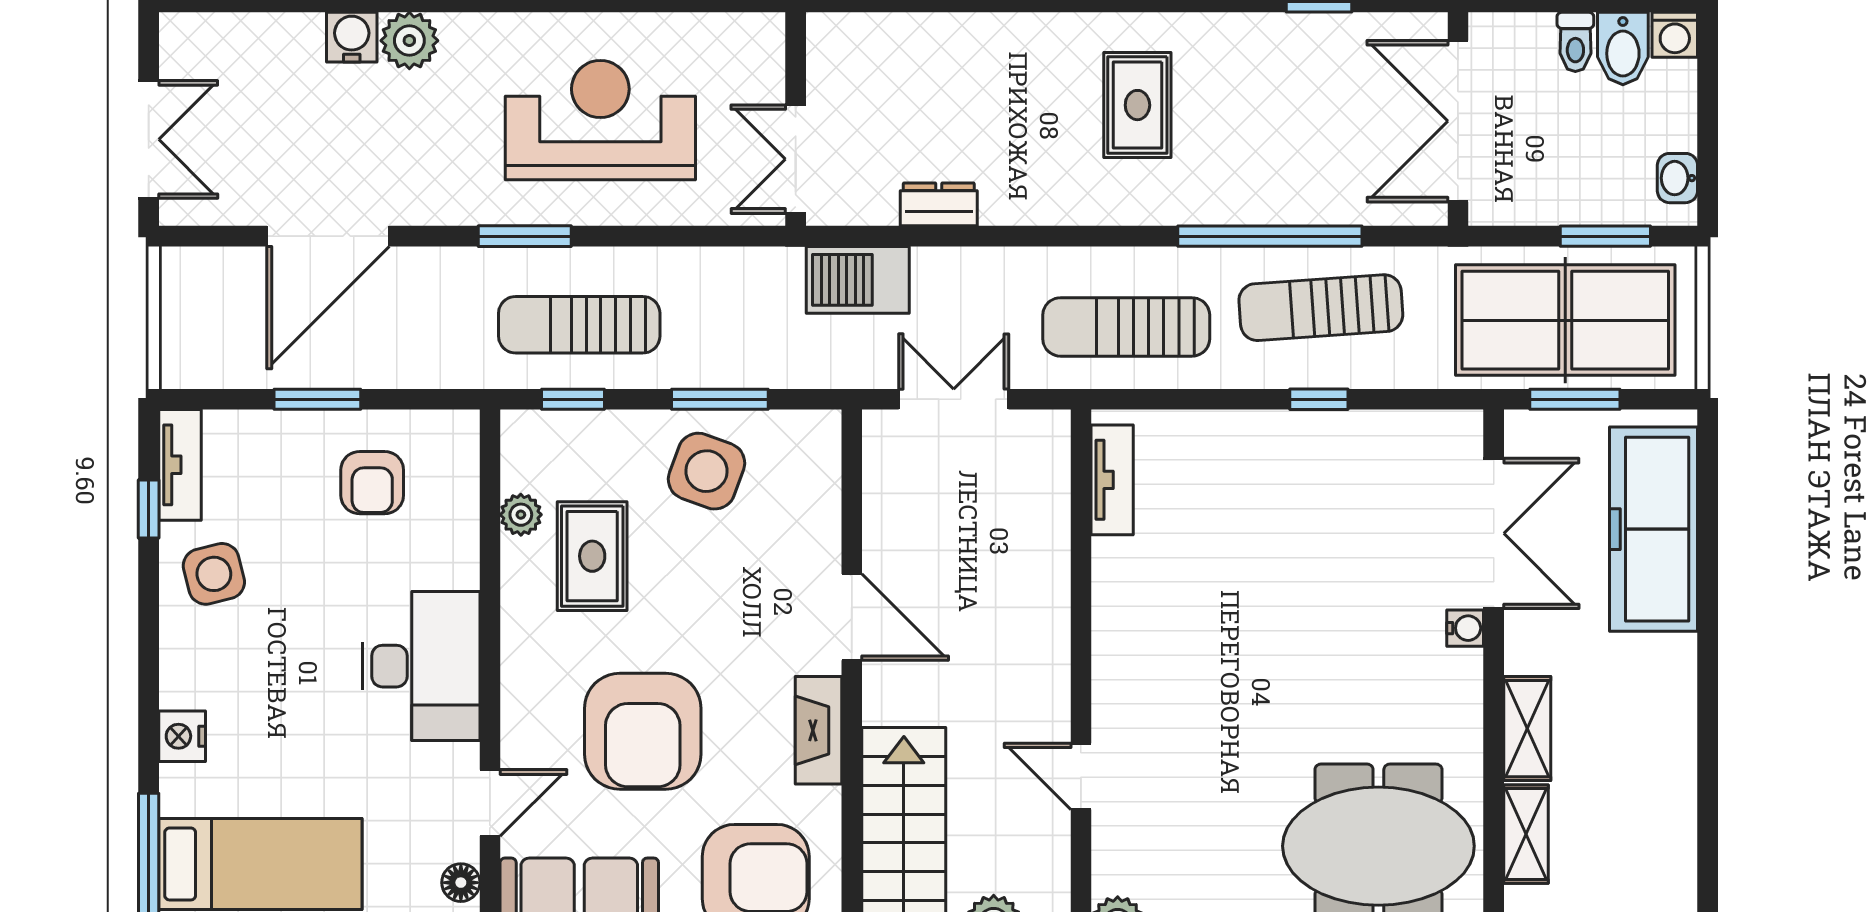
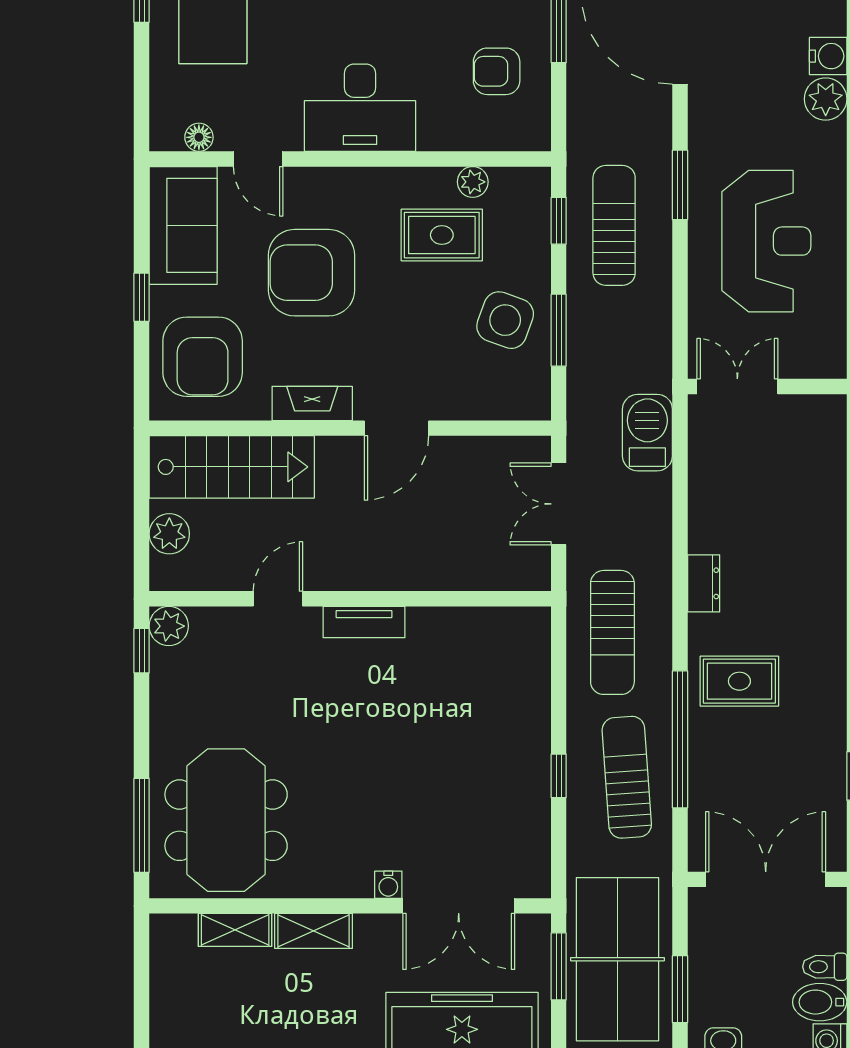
rug: (1137, 105) -> (739, 681), moved
dresser: (939, 204) -> (704, 583), moved
sun lounger: (1126, 327) -> (612, 632), turned 180
double door: (954, 399) -> (559, 504), swing flipped
tv unit: (1112, 480) -> (364, 622), moved

